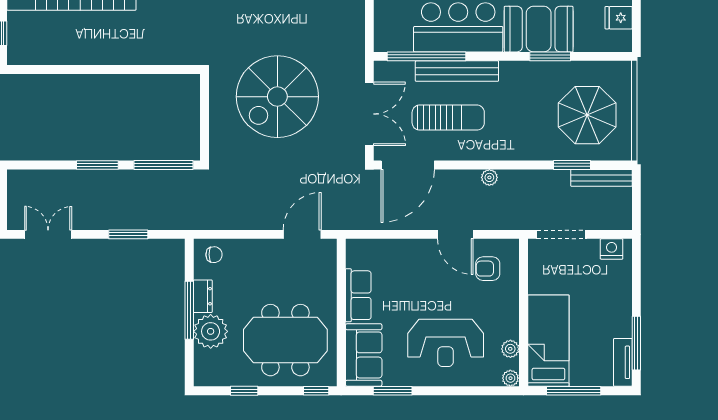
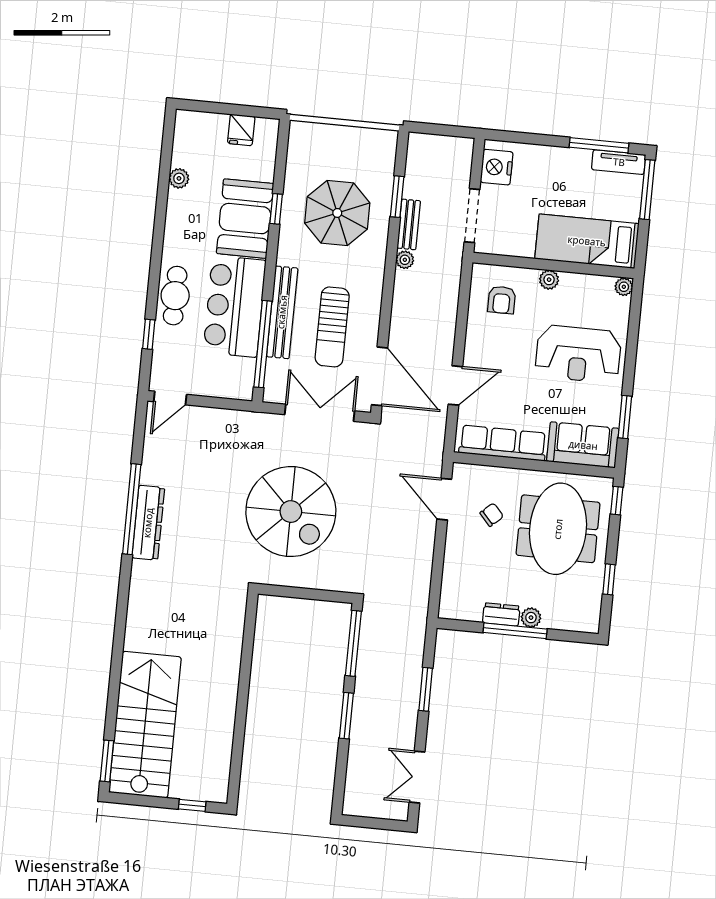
window: (550, 56) -> (276, 209), width x0.67
parasol: (587, 115) -> (337, 213), moved
sun lounger: (448, 118) -> (332, 327), turned 180
plant: (489, 177) -> (405, 260), moved
bench: (601, 178) -> (409, 224), moved, width x0.73
door: (455, 234) -> (455, 385), moved
nightstand: (612, 249) -> (497, 167), width x1.36, depth x1.33
chair: (214, 255) -> (492, 515), moved, turned 49
row of seats: (358, 295) -> (503, 443), width x1.48
plant: (211, 331) -> (531, 618), width x0.53, depth x0.53
reception desk: (446, 343) -> (578, 354), turned 90
plant: (510, 349) -> (549, 280), moved
window: (574, 391) -> (647, 190), moved

